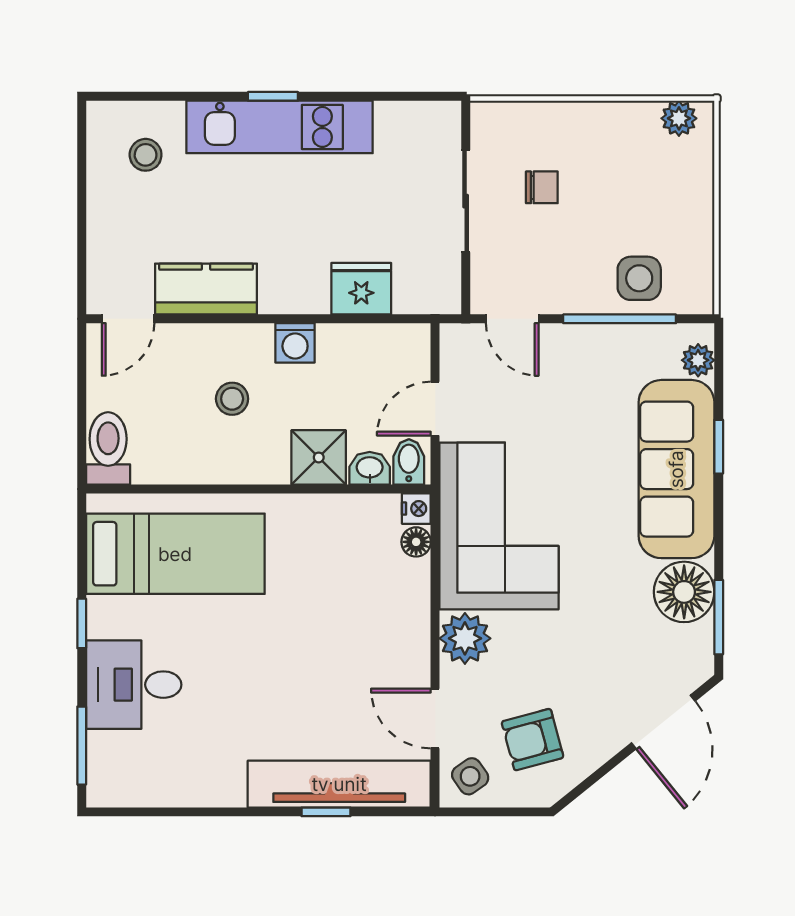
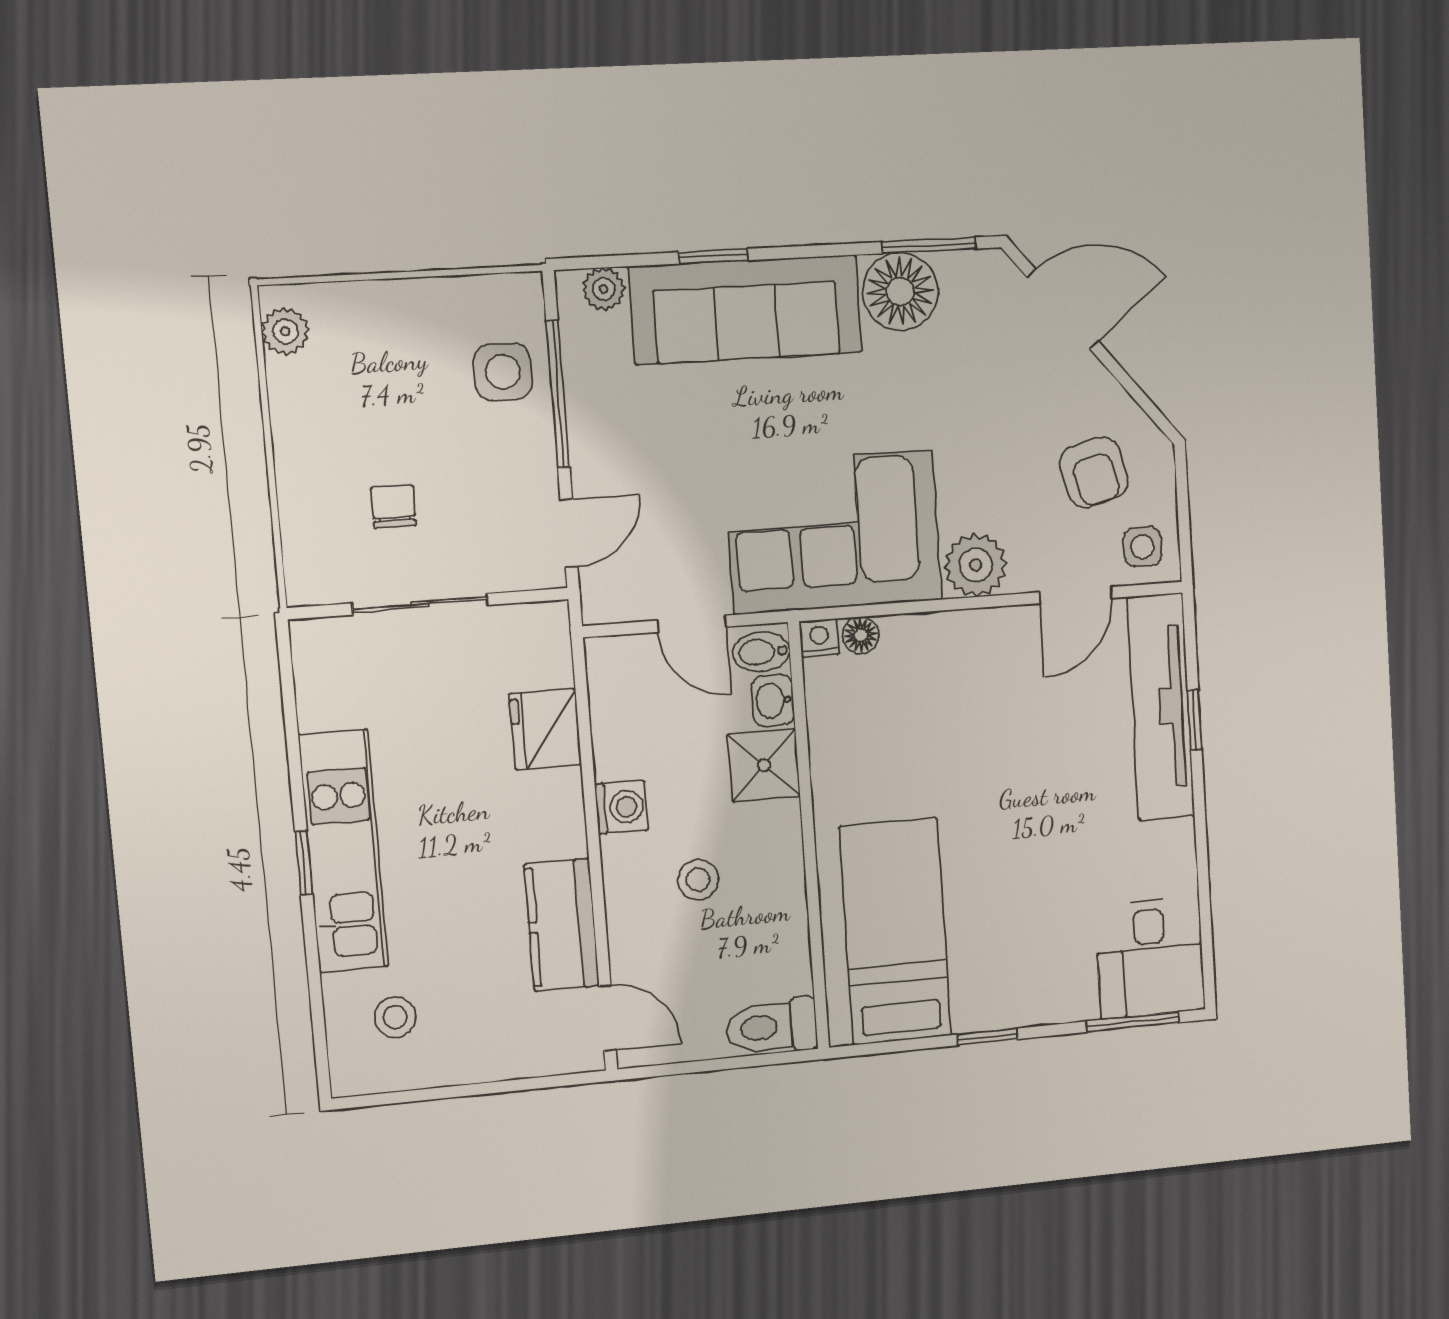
desk: (134, 685) -> (1150, 958), moved
side table: (470, 776) -> (1142, 547), turned 35

